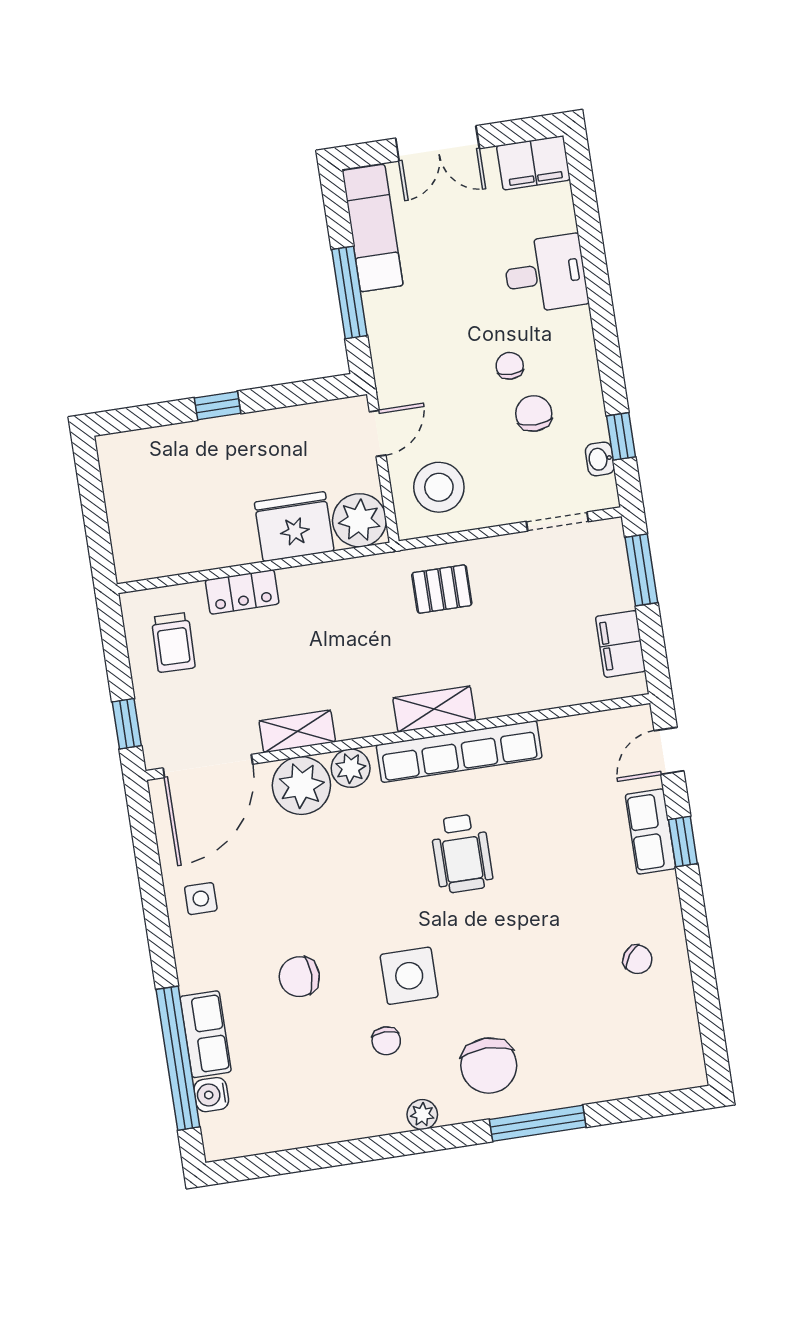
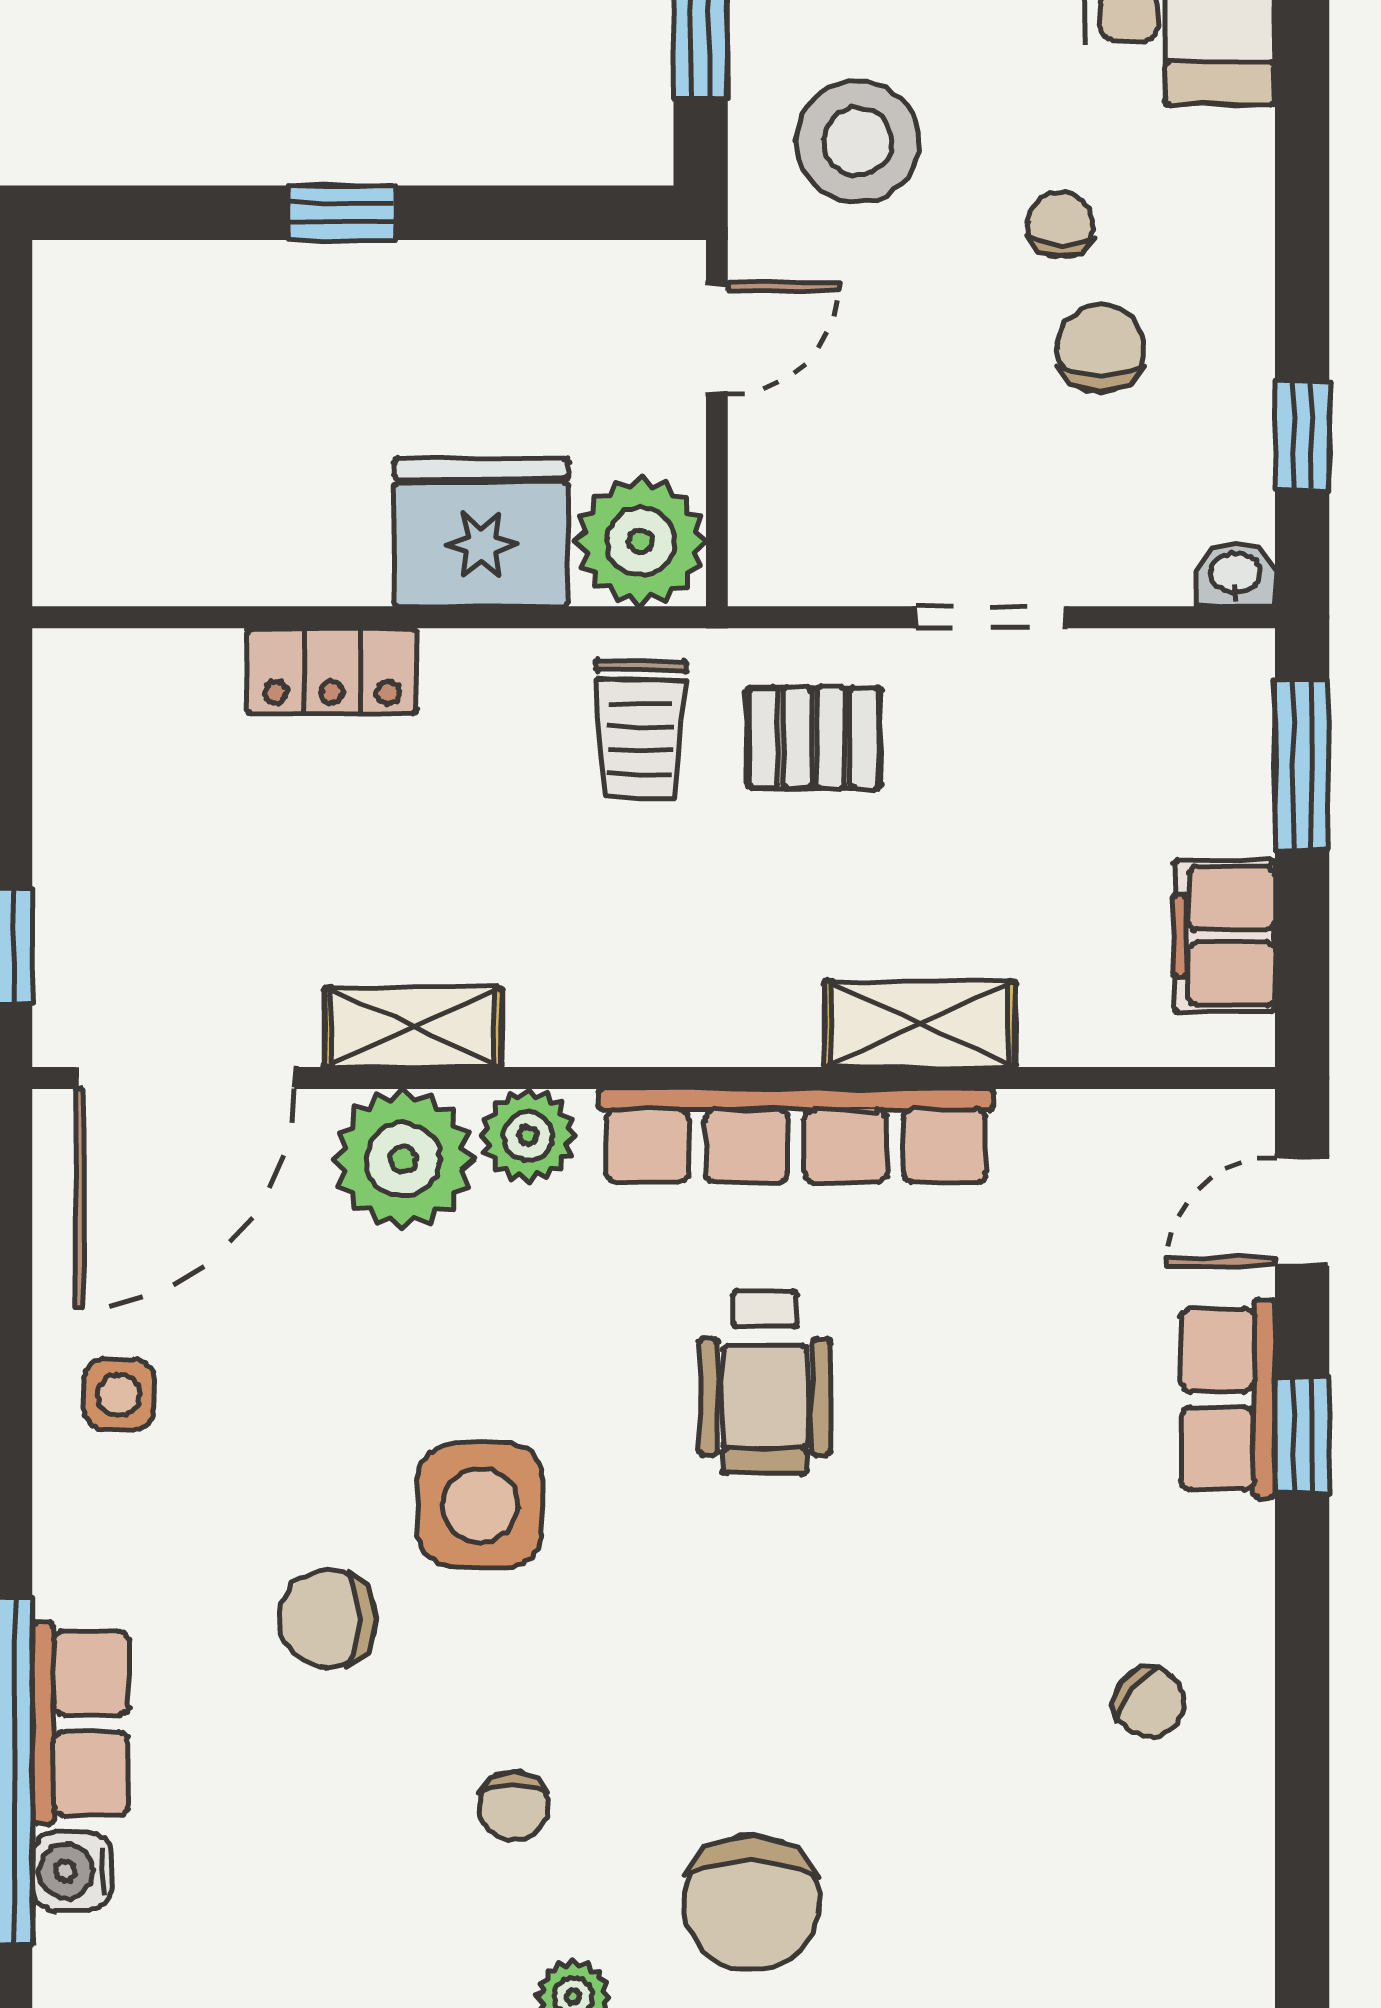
washbasin: (600, 459) -> (1235, 574), moved, turned 90
stool: (439, 487) -> (858, 141), moved
doorway: (557, 521) -> (991, 617), moved
trolley: (173, 643) -> (640, 729), moved
shelving: (434, 709) -> (920, 1024), moved
side table: (409, 976) -> (480, 1505), moved

